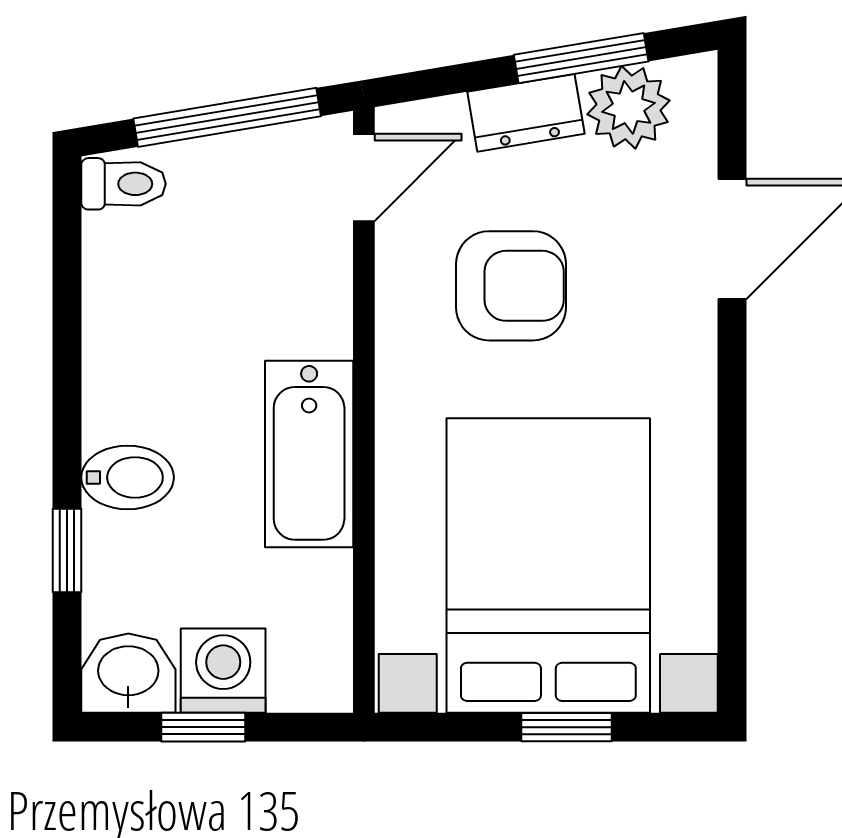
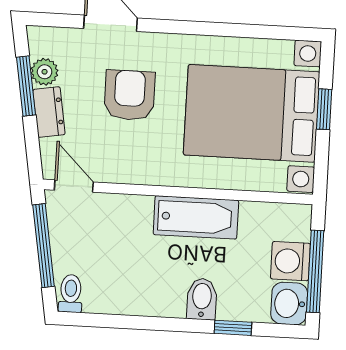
plant: (628, 107) -> (45, 72), width x0.73, depth x0.73
armchair: (511, 286) -> (130, 95), moved
window: (203, 727) -> (315, 271), width x2.17

